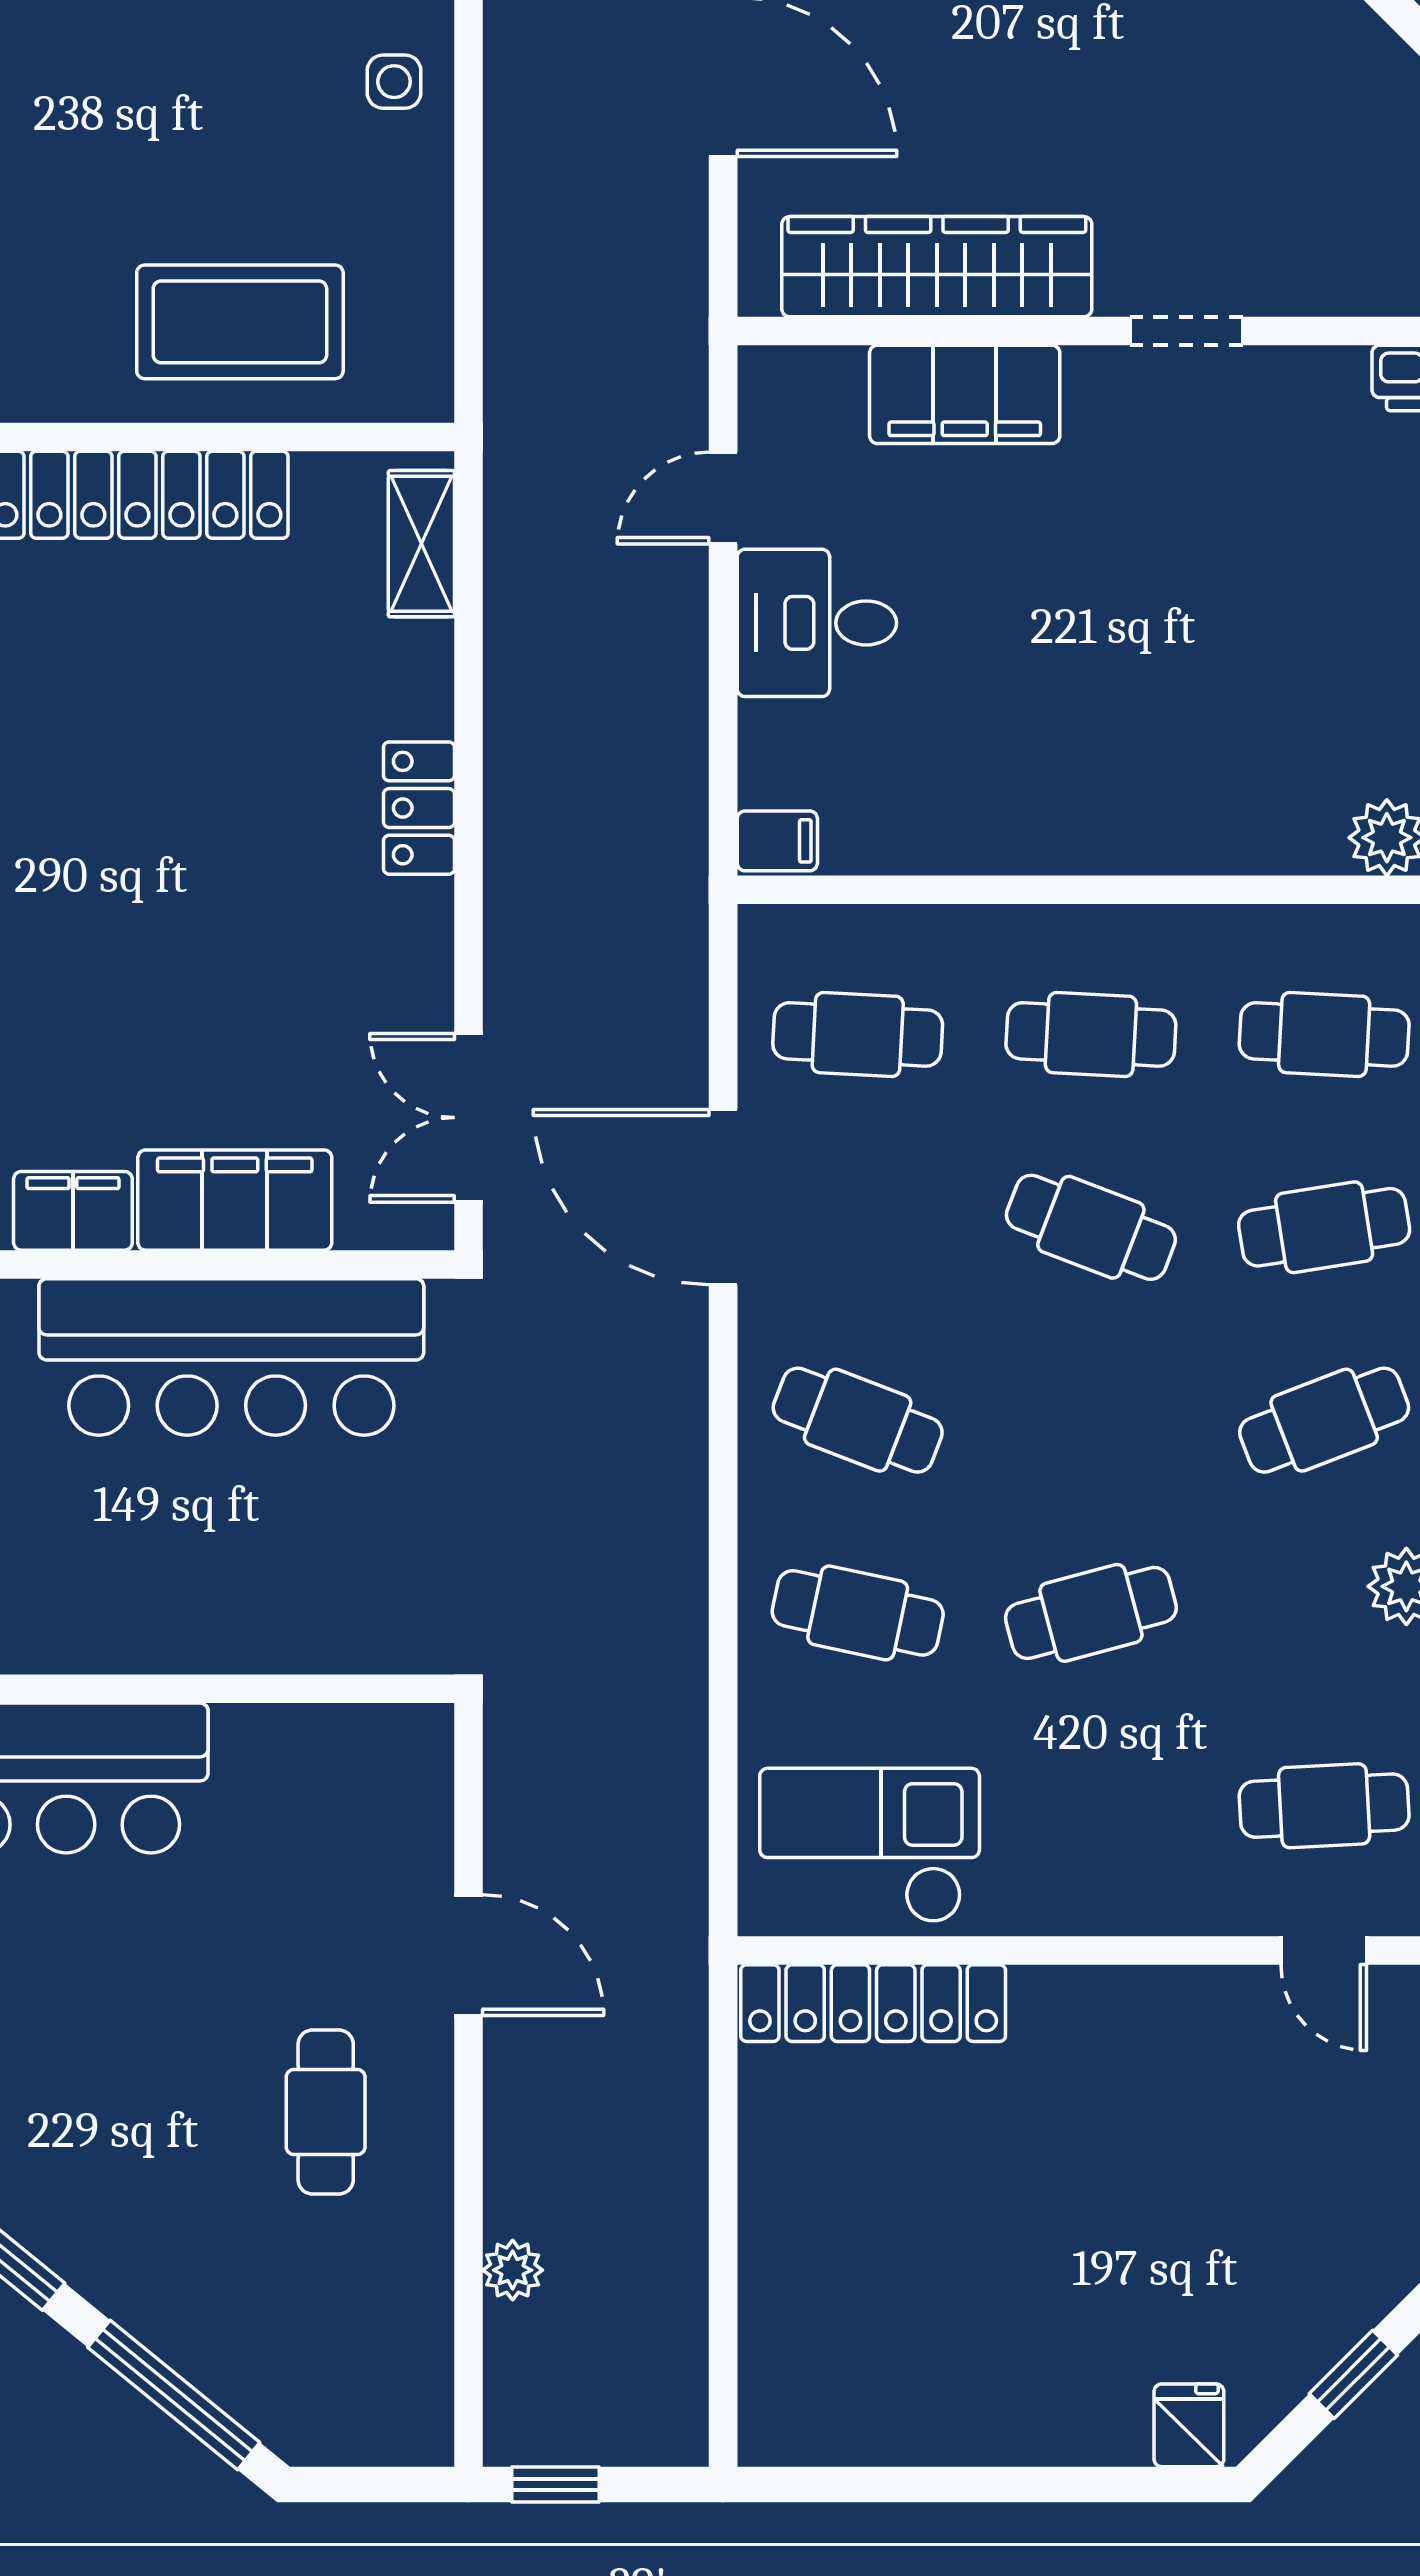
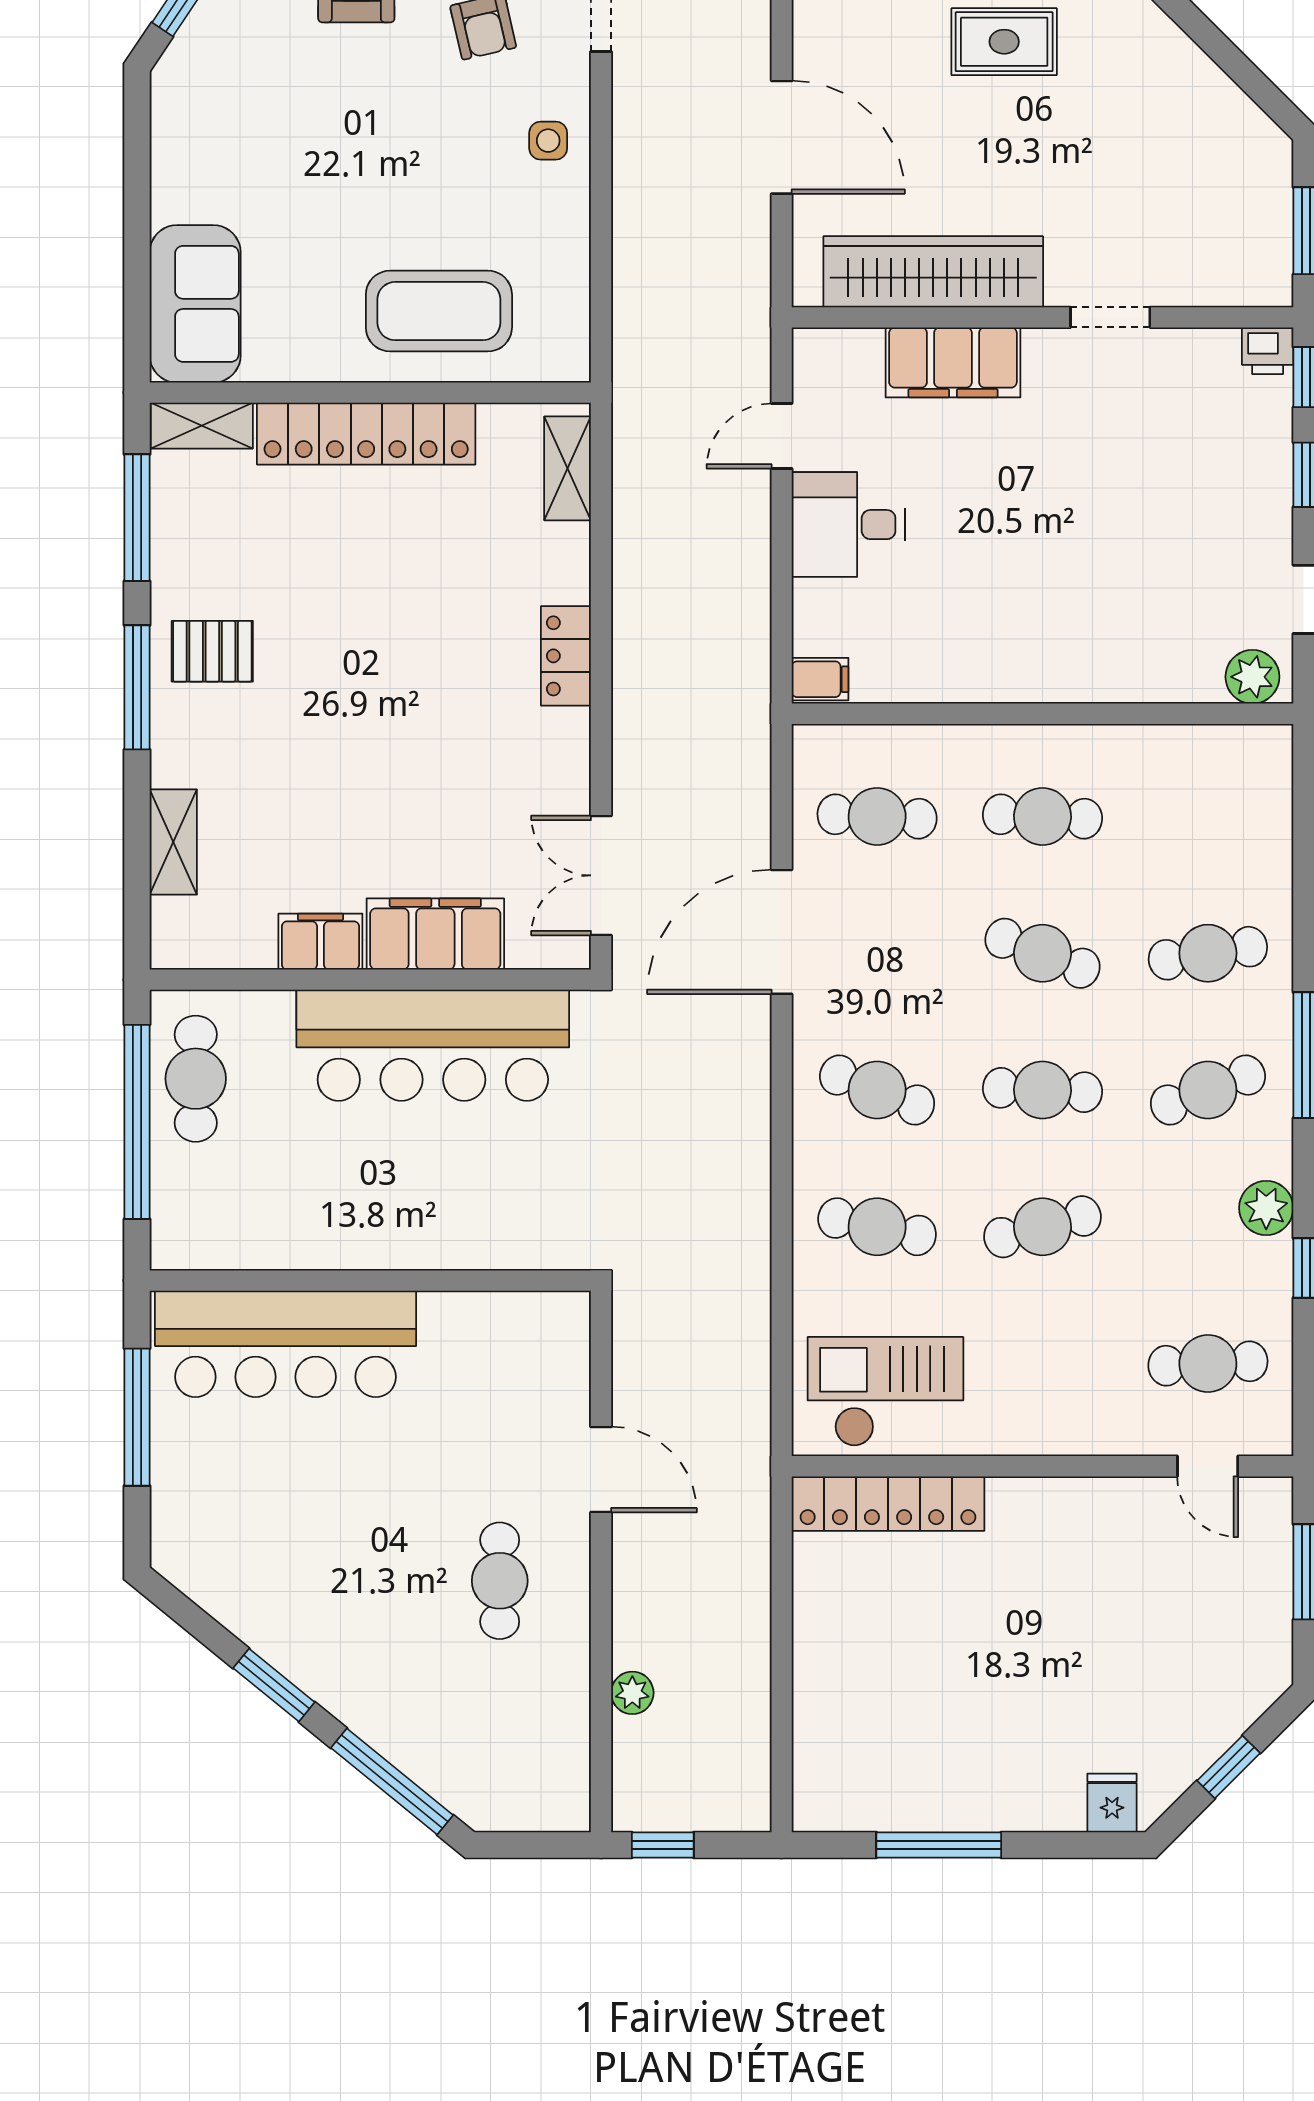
cafe table: (1324, 1034) -> (1042, 1090), moved
door: (723, 1197) -> (782, 932), hinge flipped
window: (945, 2484) -> (939, 1845), added

